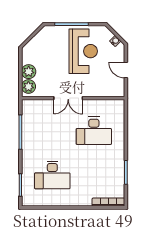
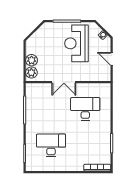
reception desk: (83, 51) -> (76, 43), turned 180
desk: (94, 131) -> (85, 109), turned 180
desk: (52, 175) -> (51, 145), turned 180

